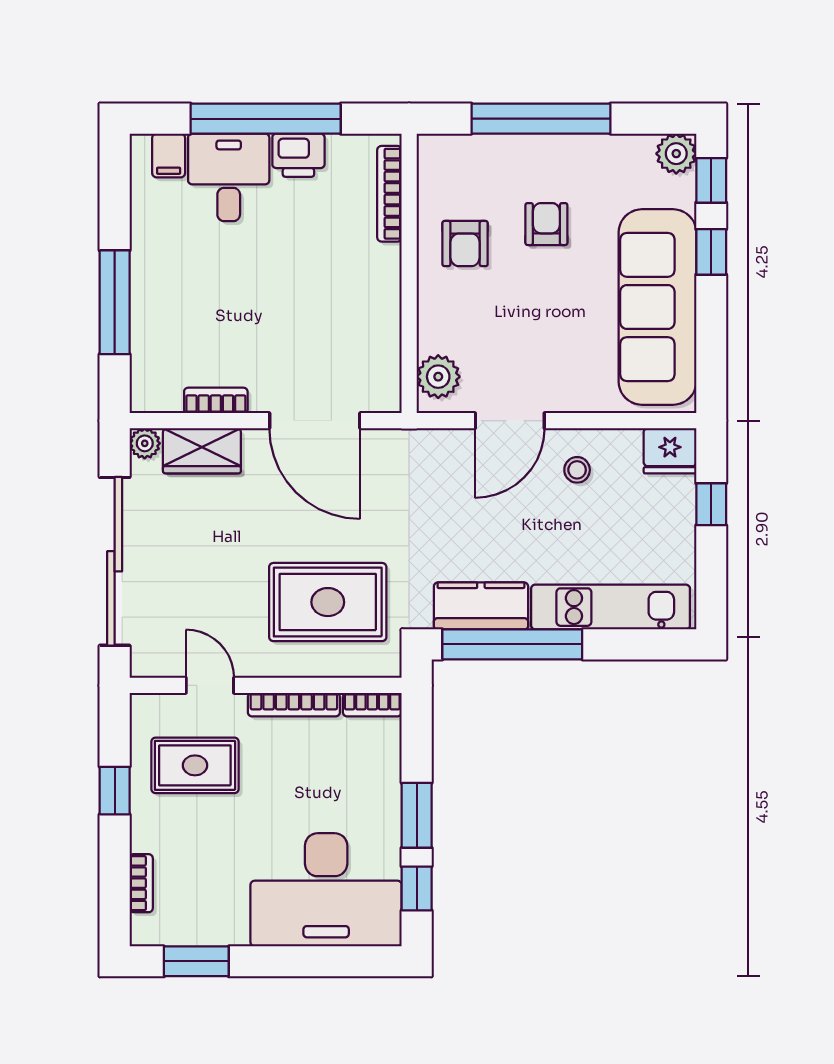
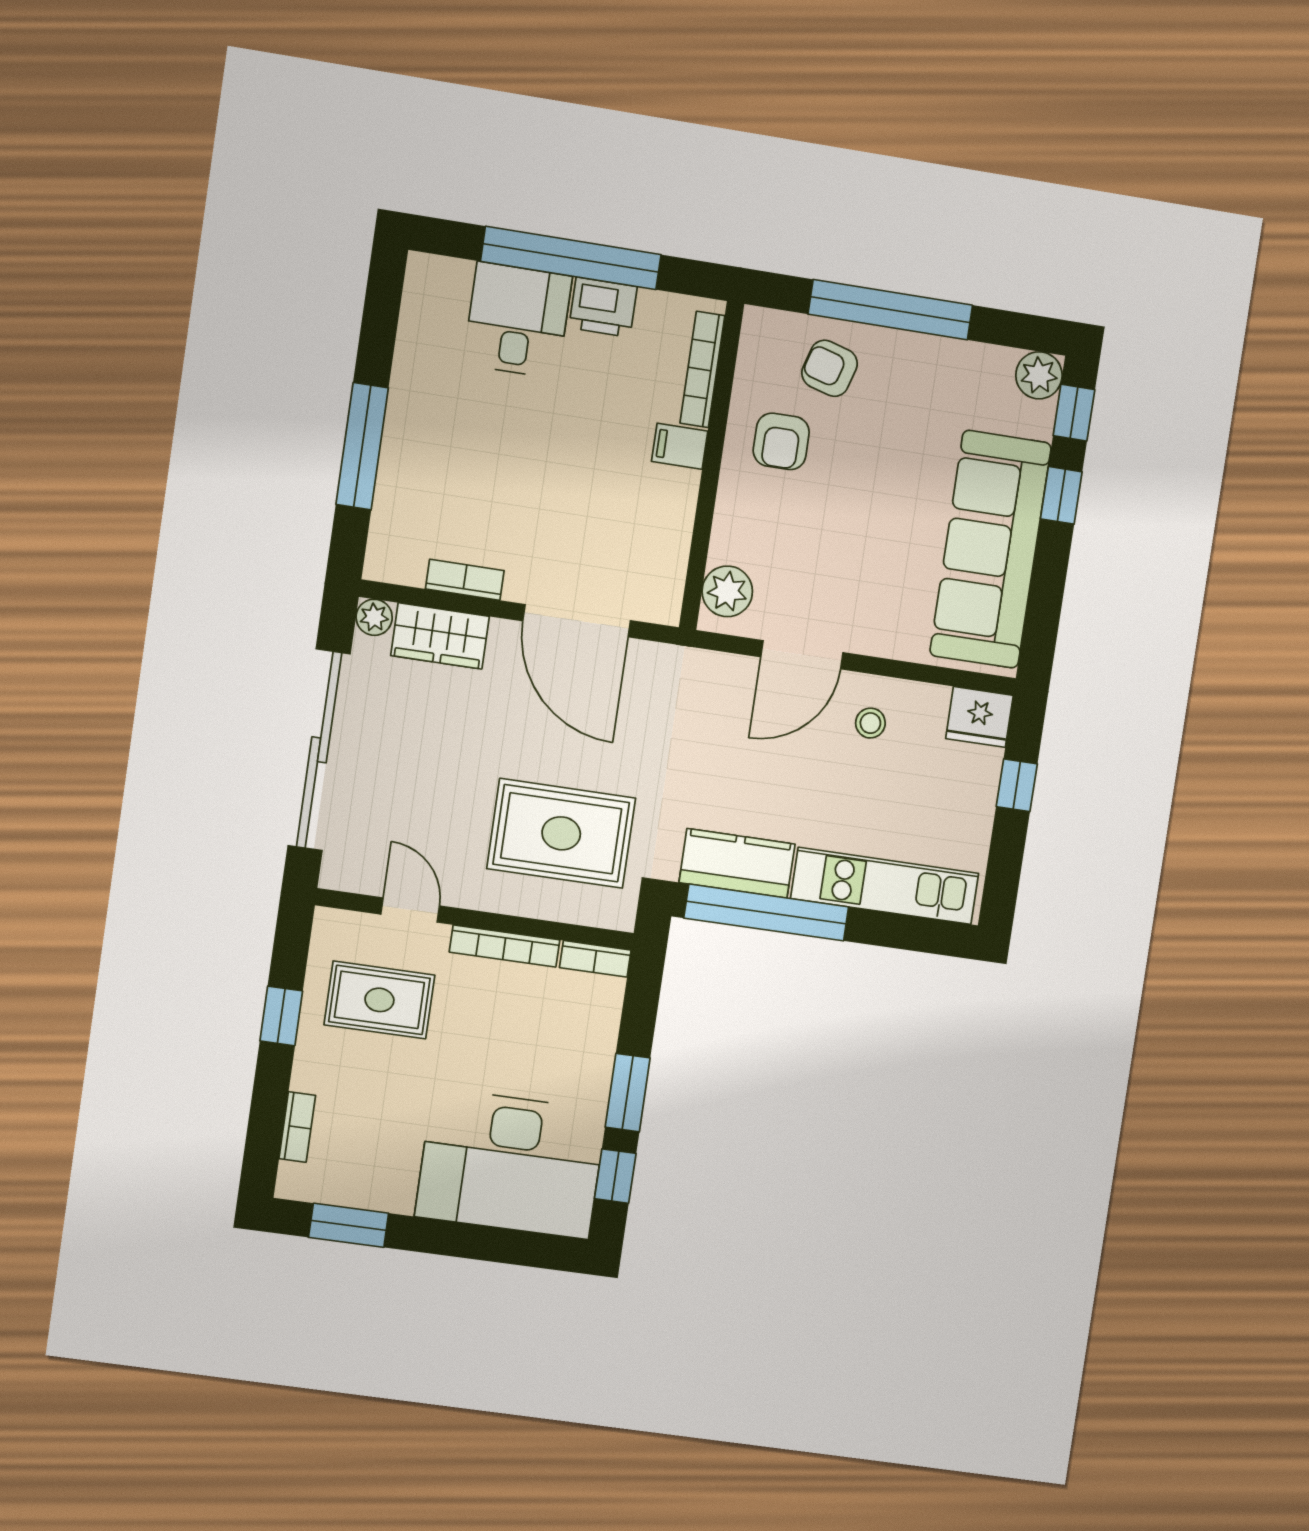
filing cabinet: (169, 155) -> (680, 446), moved, turned 90
armchair: (546, 224) -> (830, 368), moved, turned -74

